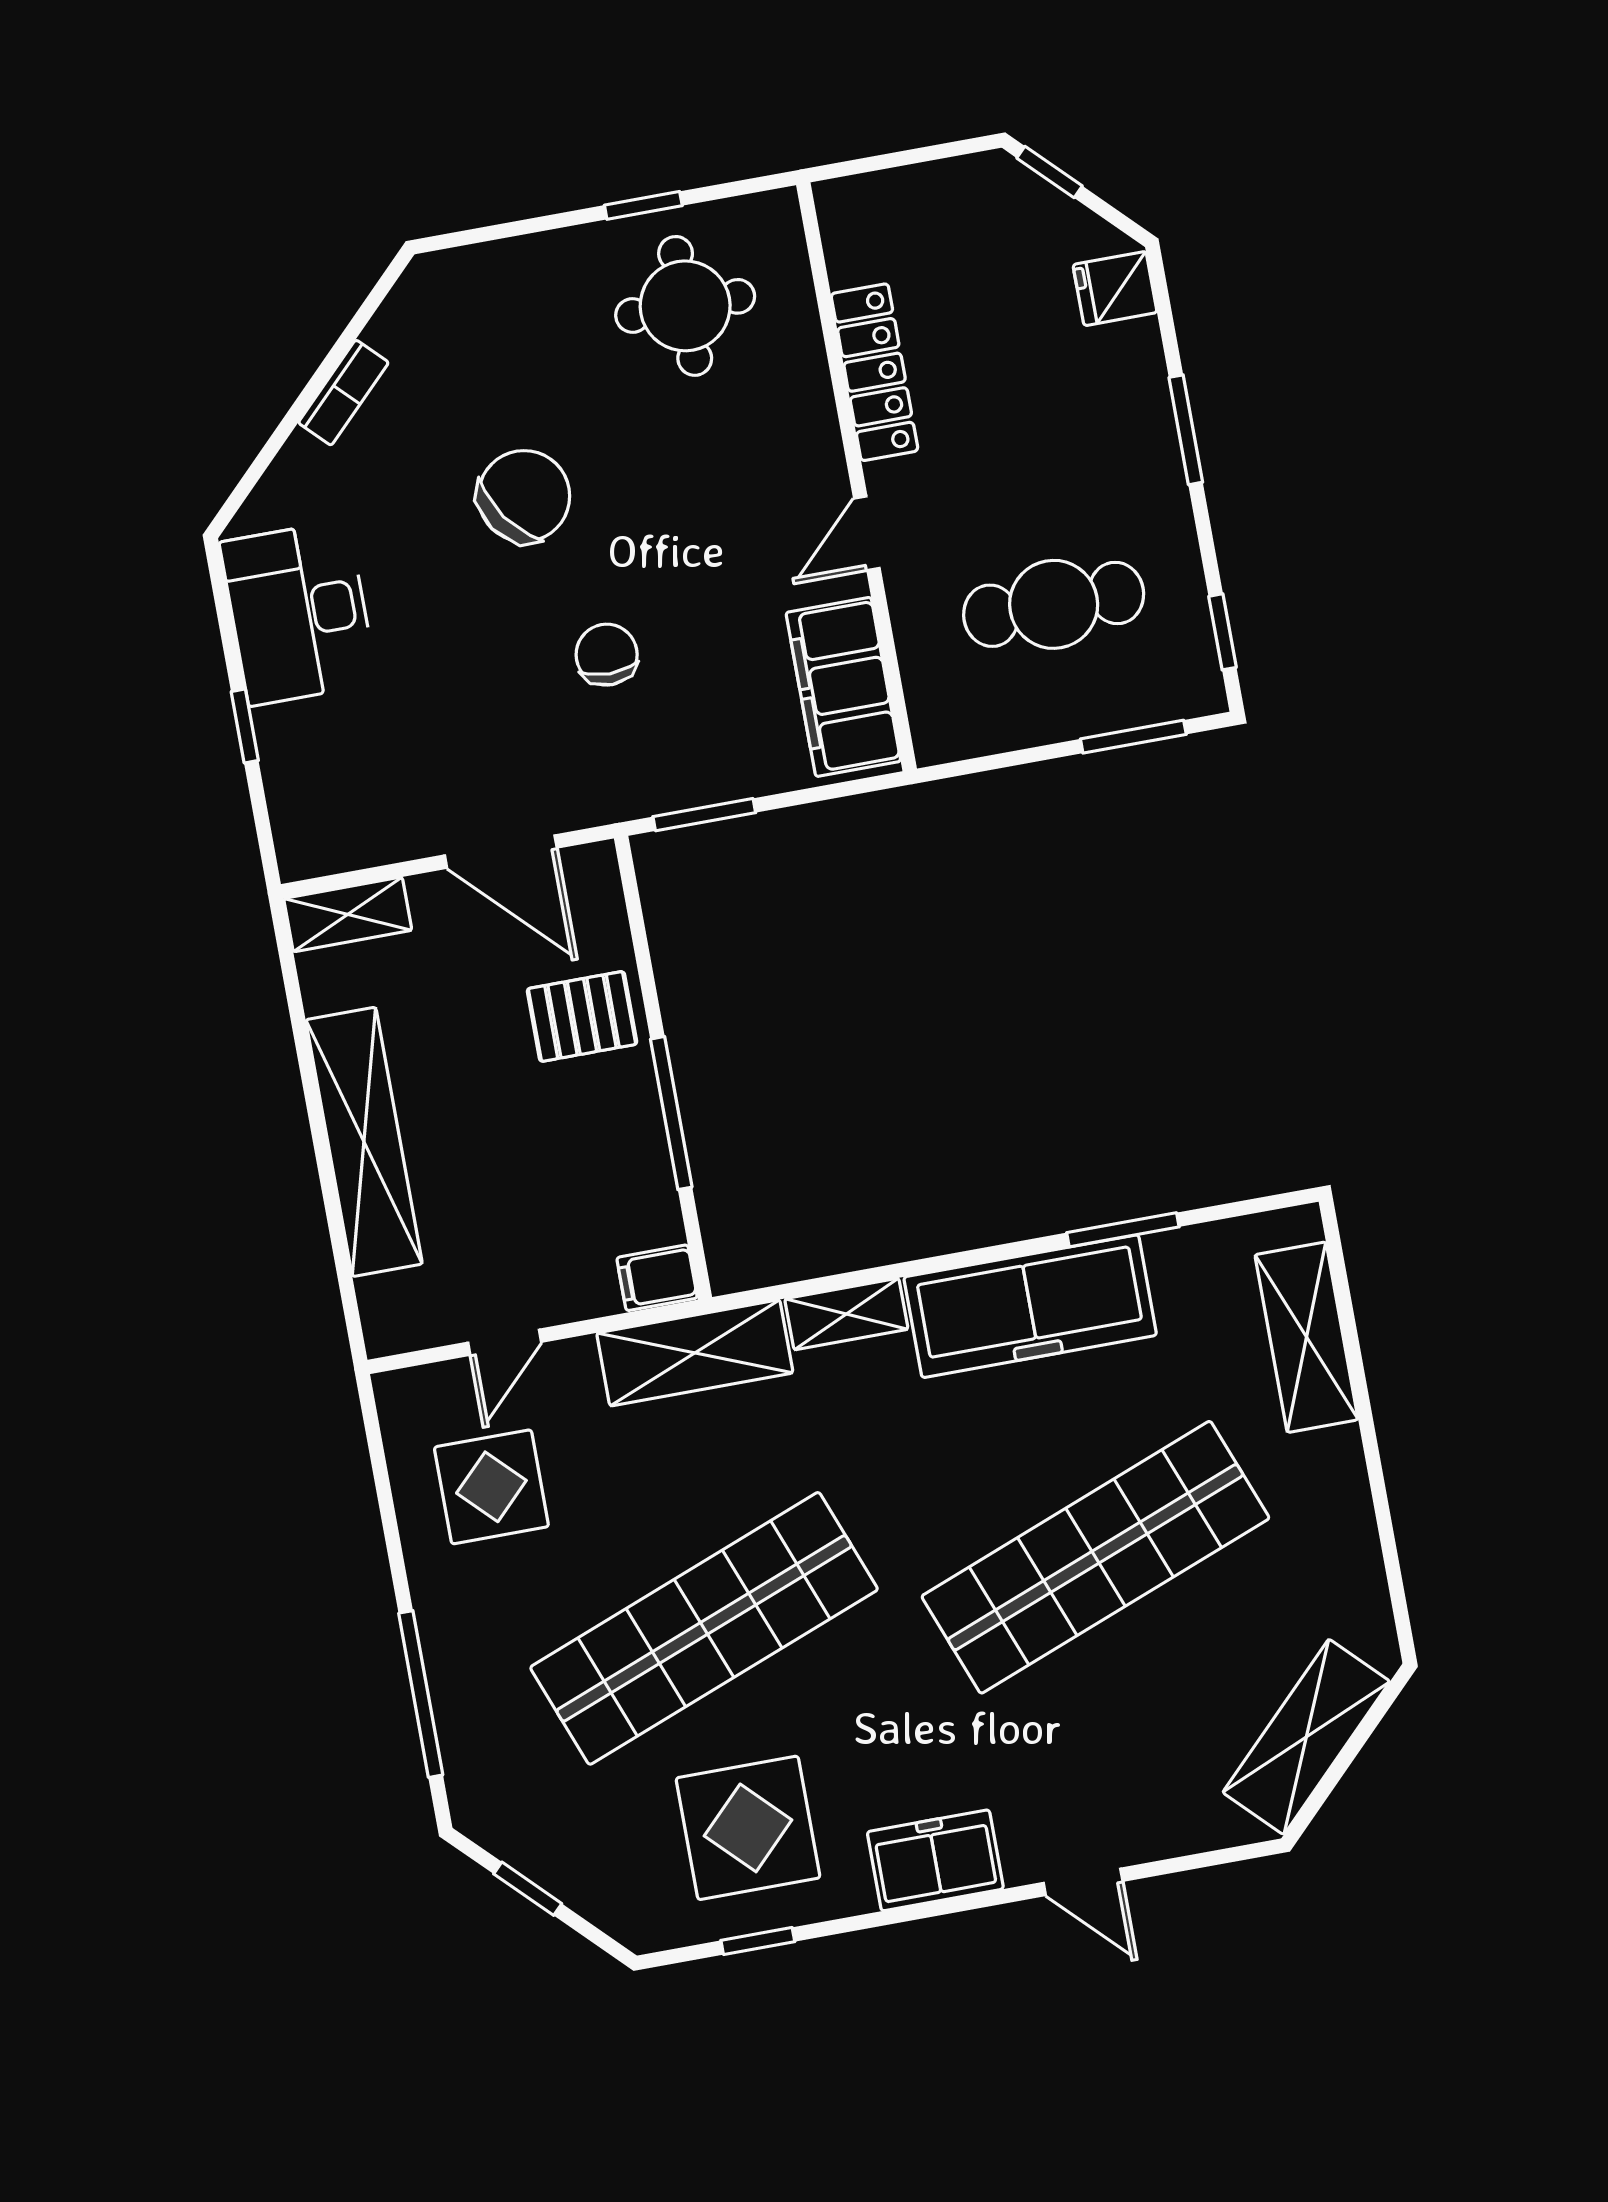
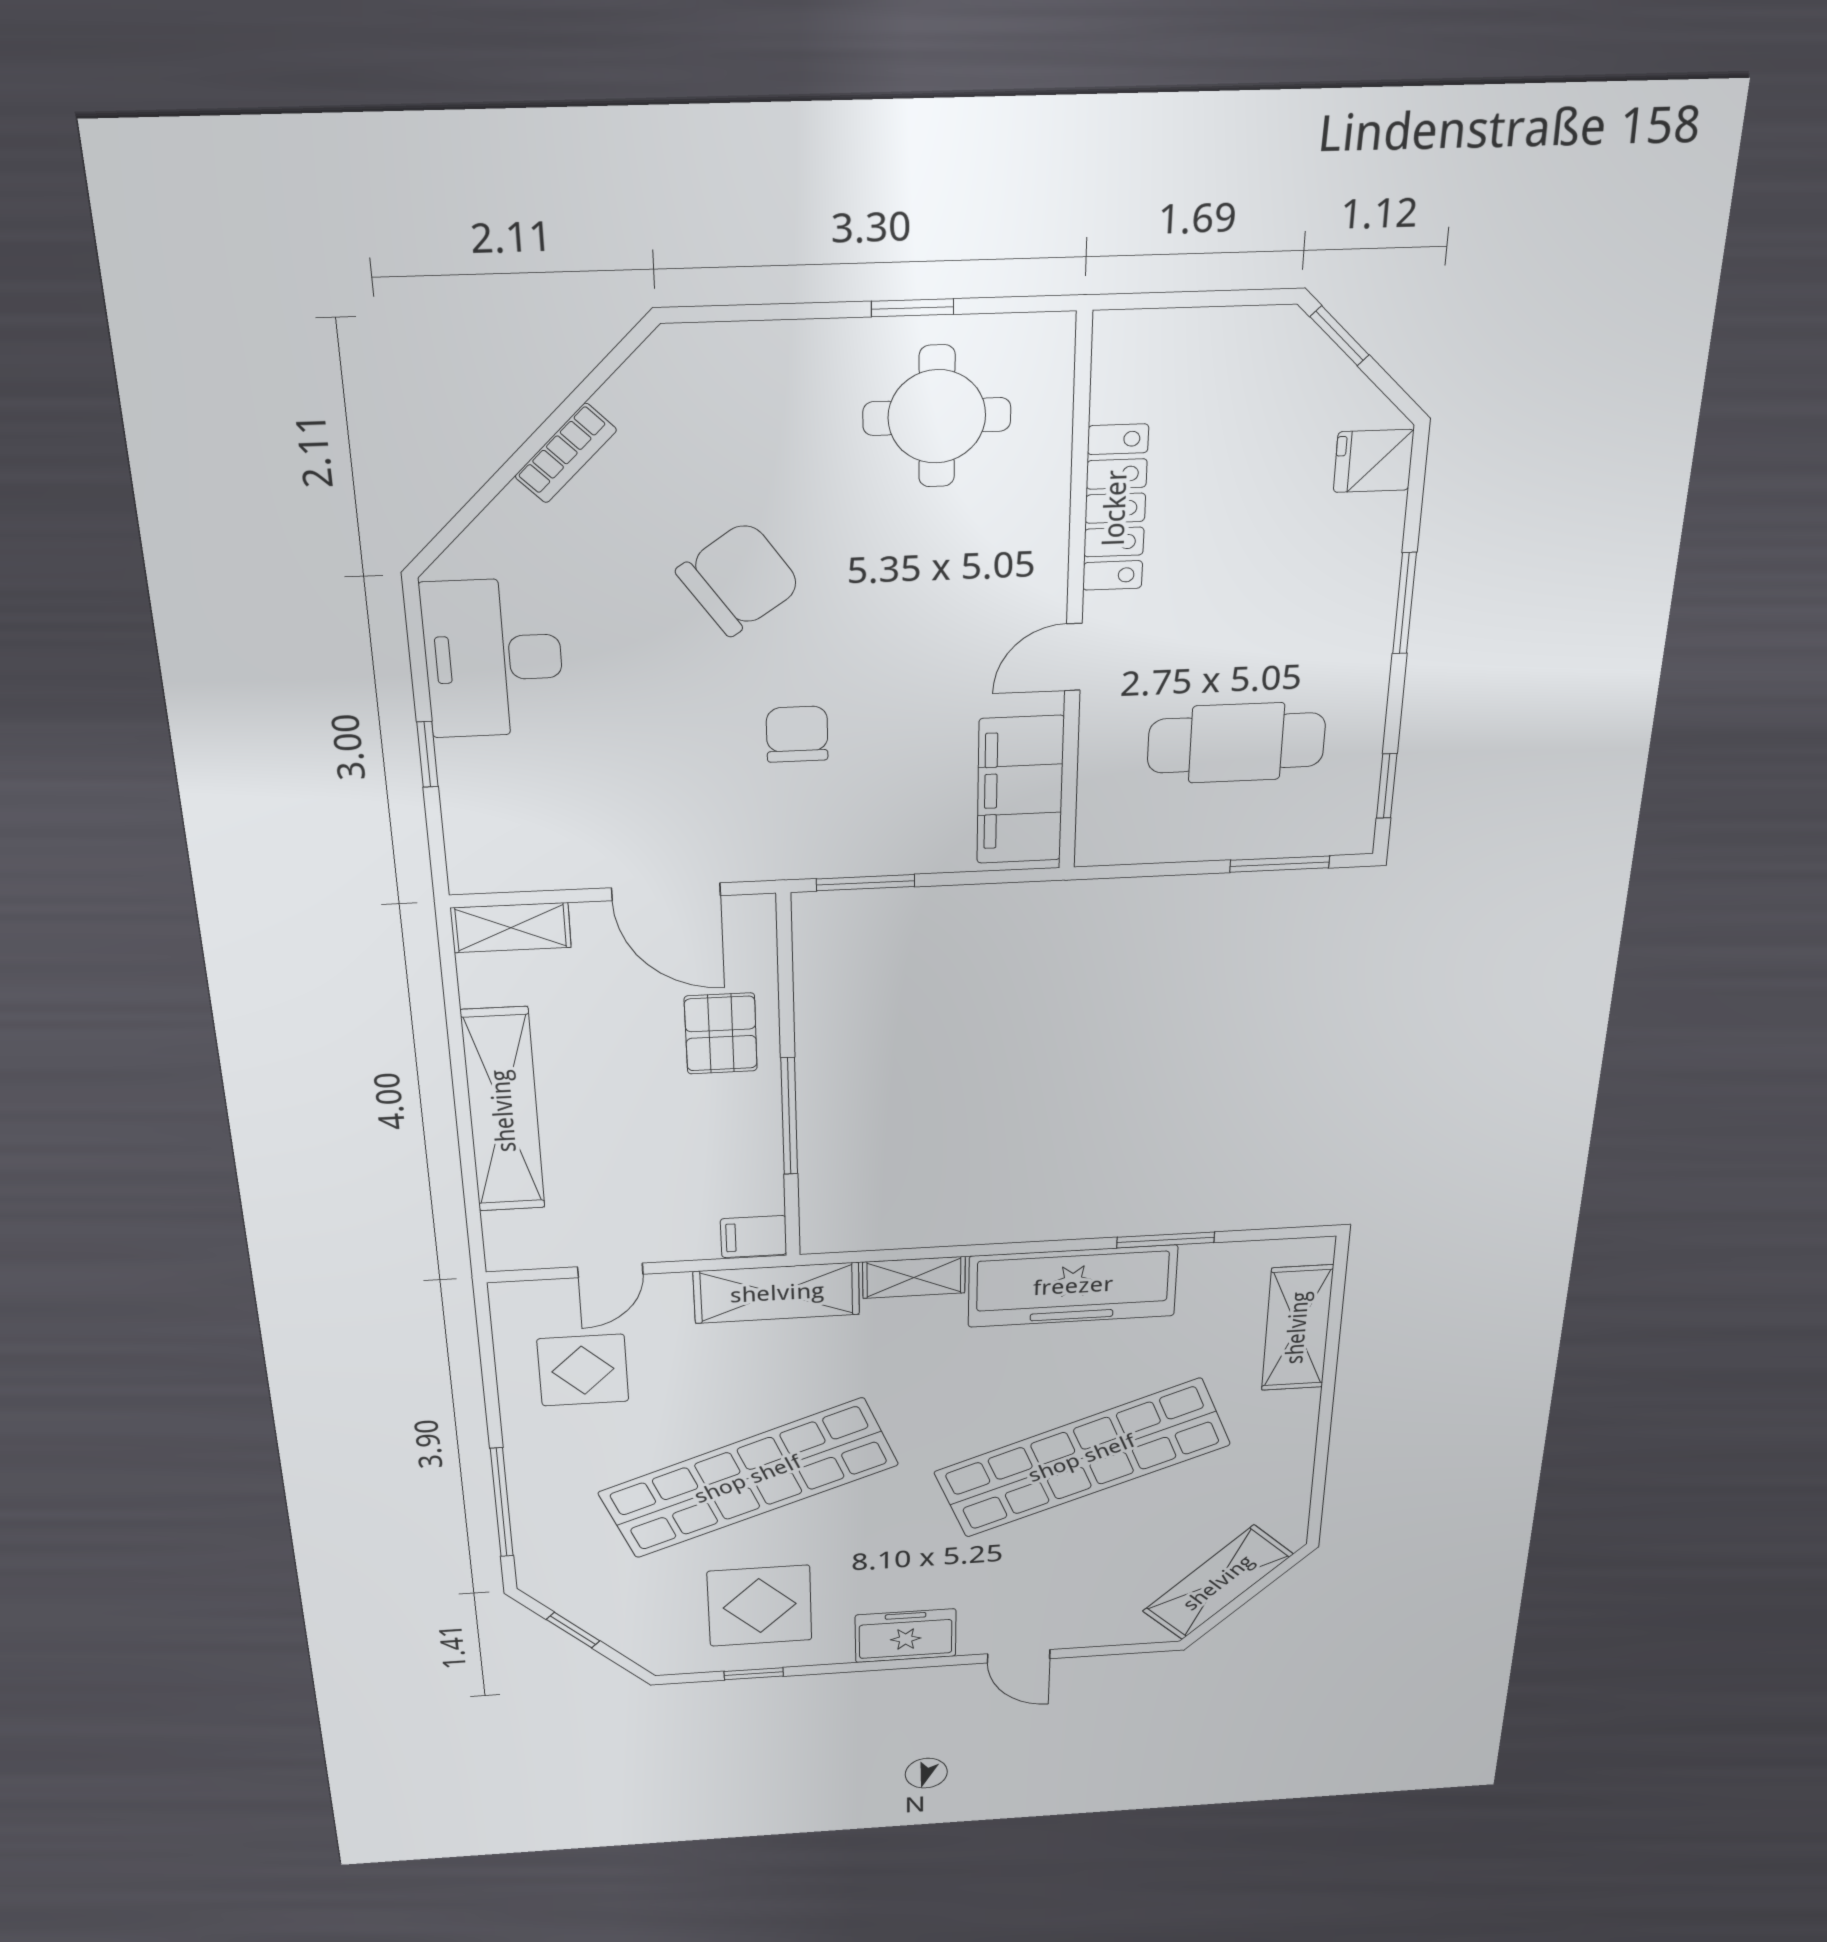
pallet: (582, 1016) -> (721, 1034), turned 90

